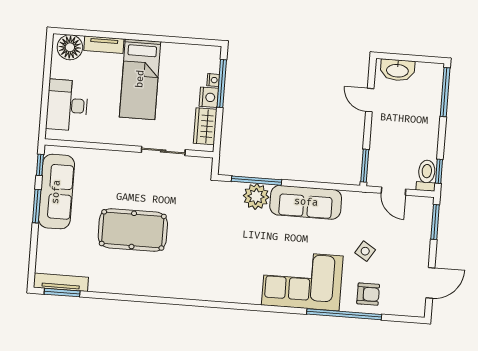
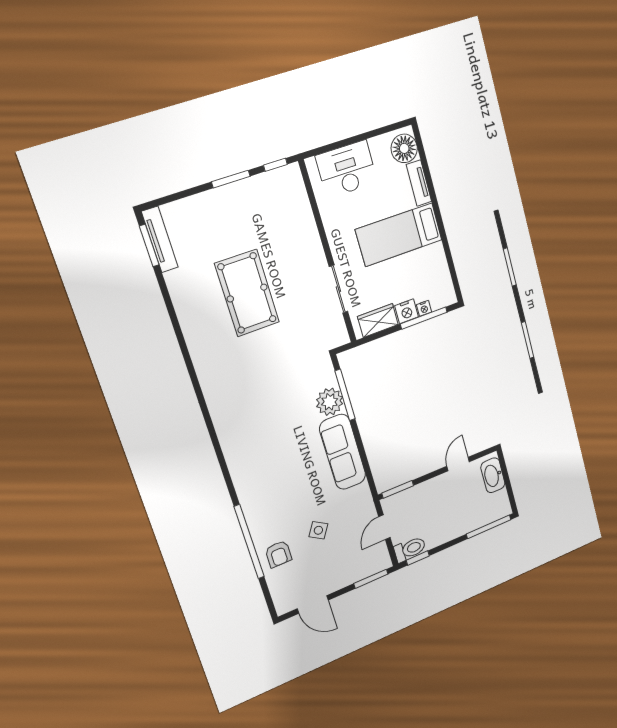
sofa: (56, 192) -> (255, 194), removed
corner sofa: (302, 281) -> (266, 486), removed

